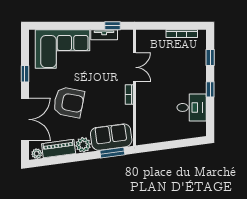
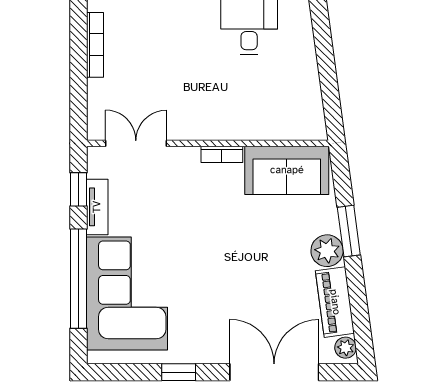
window: (70, 26) -> (78, 279), added
double door: (135, 67) -> (136, 143), moved
armchair: (69, 102) -> (238, 281), removed
sofa: (111, 137) -> (287, 170), moved, turned -82
window: (112, 153) -> (349, 231), moved

